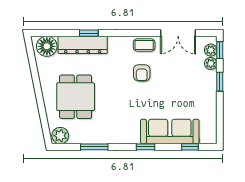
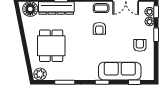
armchair: (197, 96) -> (140, 45), added

